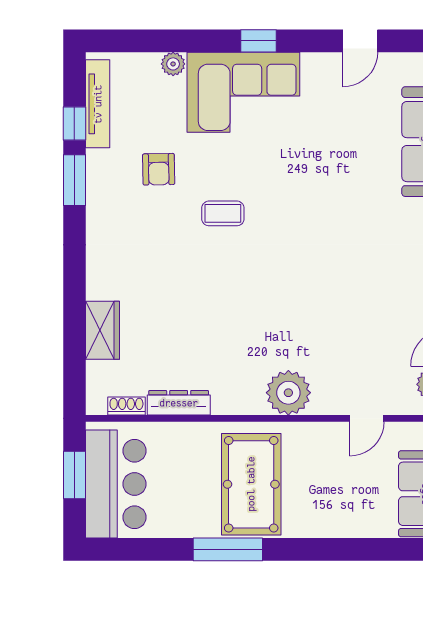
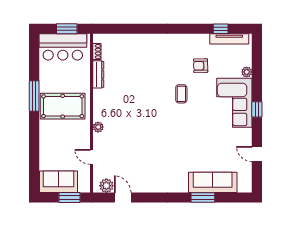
window: (74, 180) -> (196, 29), removed
wardrobe: (103, 330) -> (130, 41), removed
plant: (288, 393) -> (98, 127), width x0.53, depth x0.53

